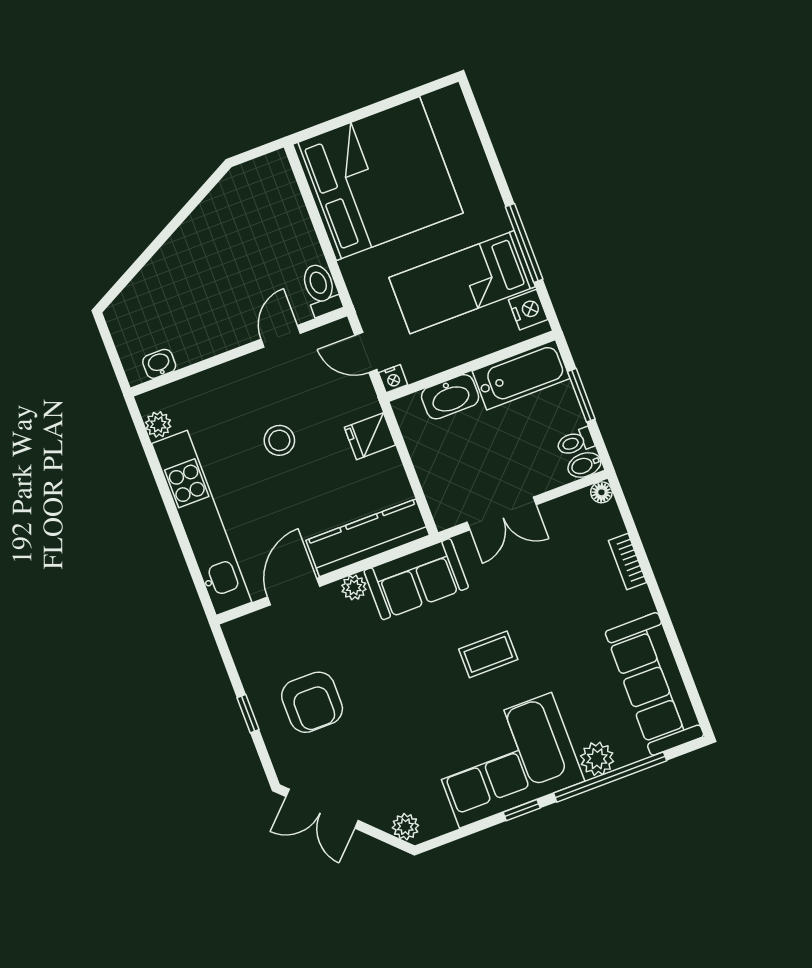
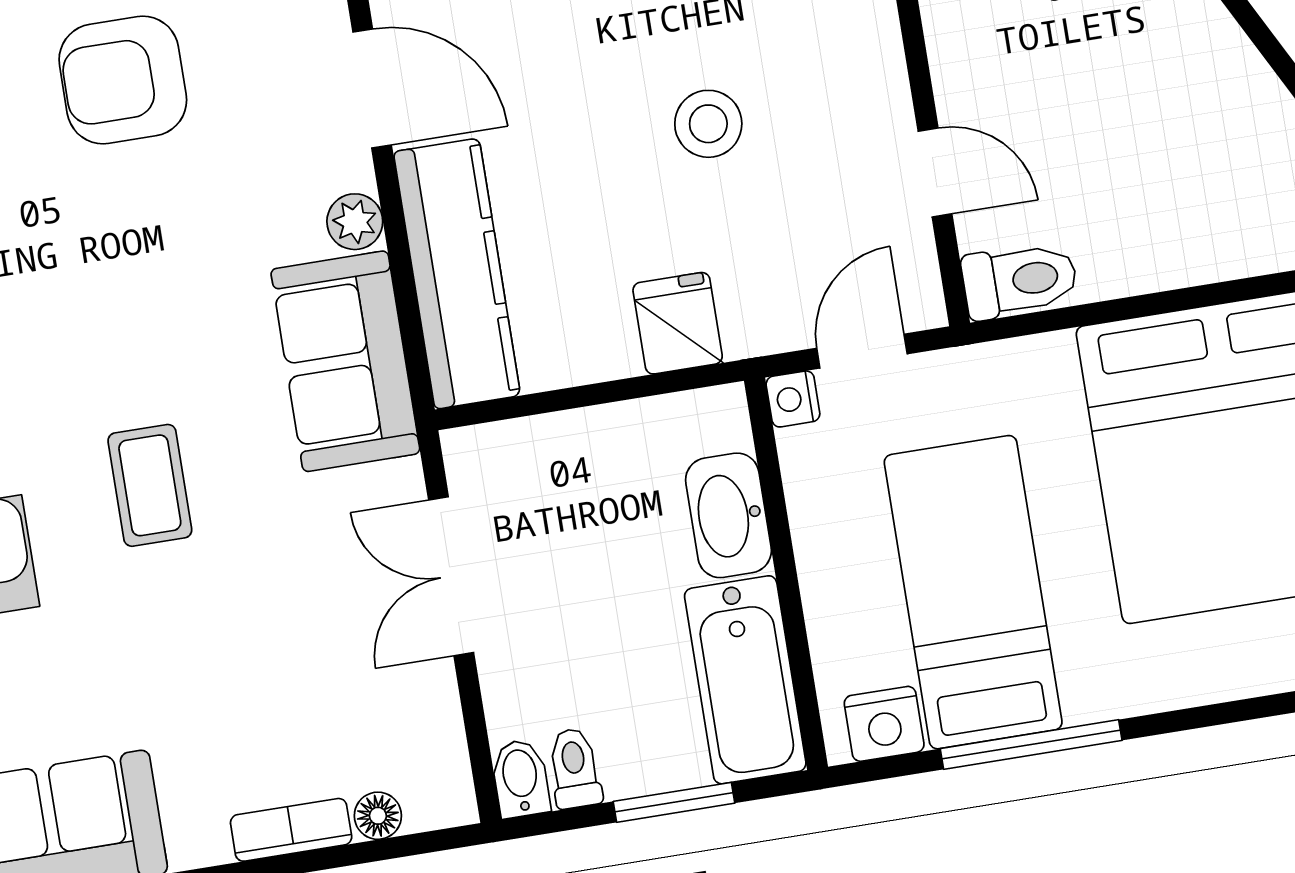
floor lamp: (601, 492) -> (378, 816), moved

